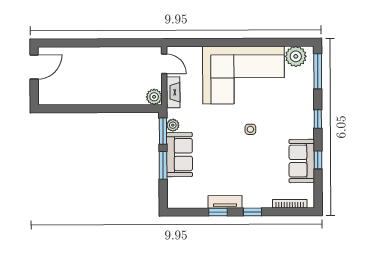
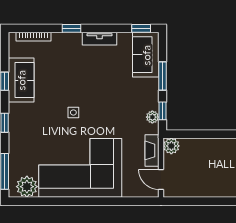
window: (163, 131) -> (162, 111), width x0.67
sofa: (179, 155) -> (146, 55), moved
window: (218, 212) -> (141, 28), moved

